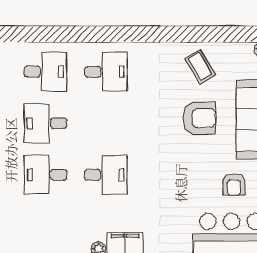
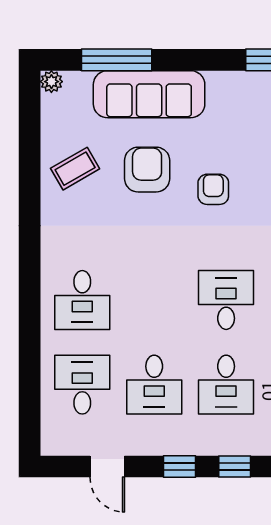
desk: (106, 72) -> (82, 300), turned 180
armchair: (234, 185) -> (213, 189), moved, turned -90

